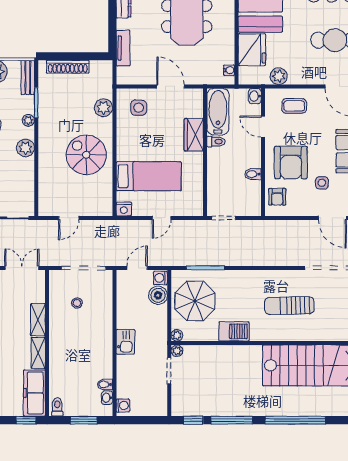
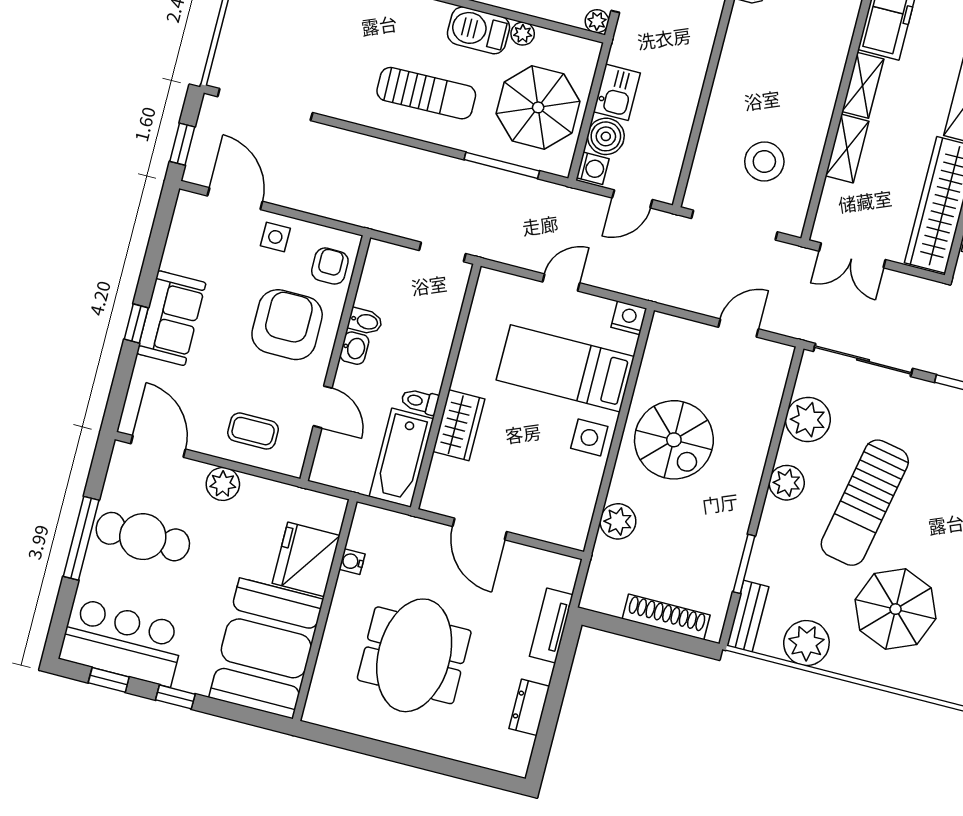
water cooler: (229, 70) -> (352, 562), moved
plant: (279, 76) -> (223, 484), moved
washbasin: (255, 96) -> (354, 348), moved
side table: (139, 108) -> (589, 437), moved
plant: (28, 120) -> (808, 420), moved, width x1.87, depth x1.87
side table: (322, 183) -> (275, 237), moved
stool: (77, 303) -> (764, 161), width x1.89, depth x1.89
sun lounger: (289, 306) -> (426, 93), moved
plant: (177, 335) -> (523, 34), moved
kitchen sink: (125, 342) -> (617, 92), moved, turned 180

